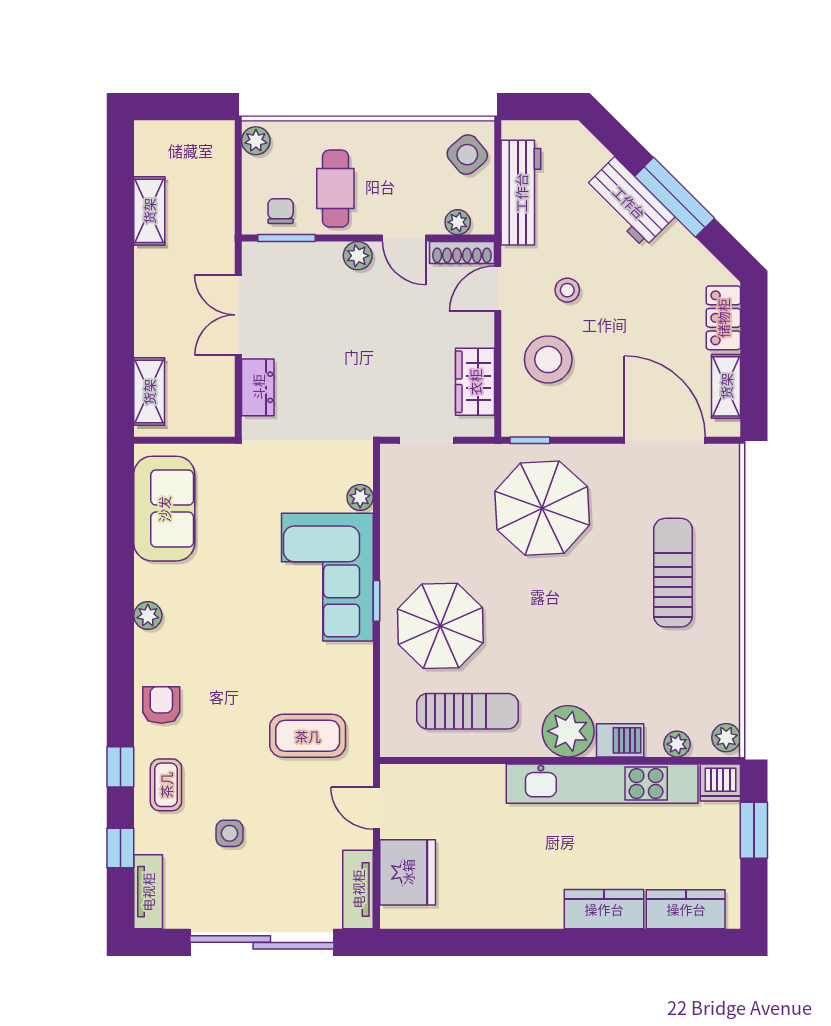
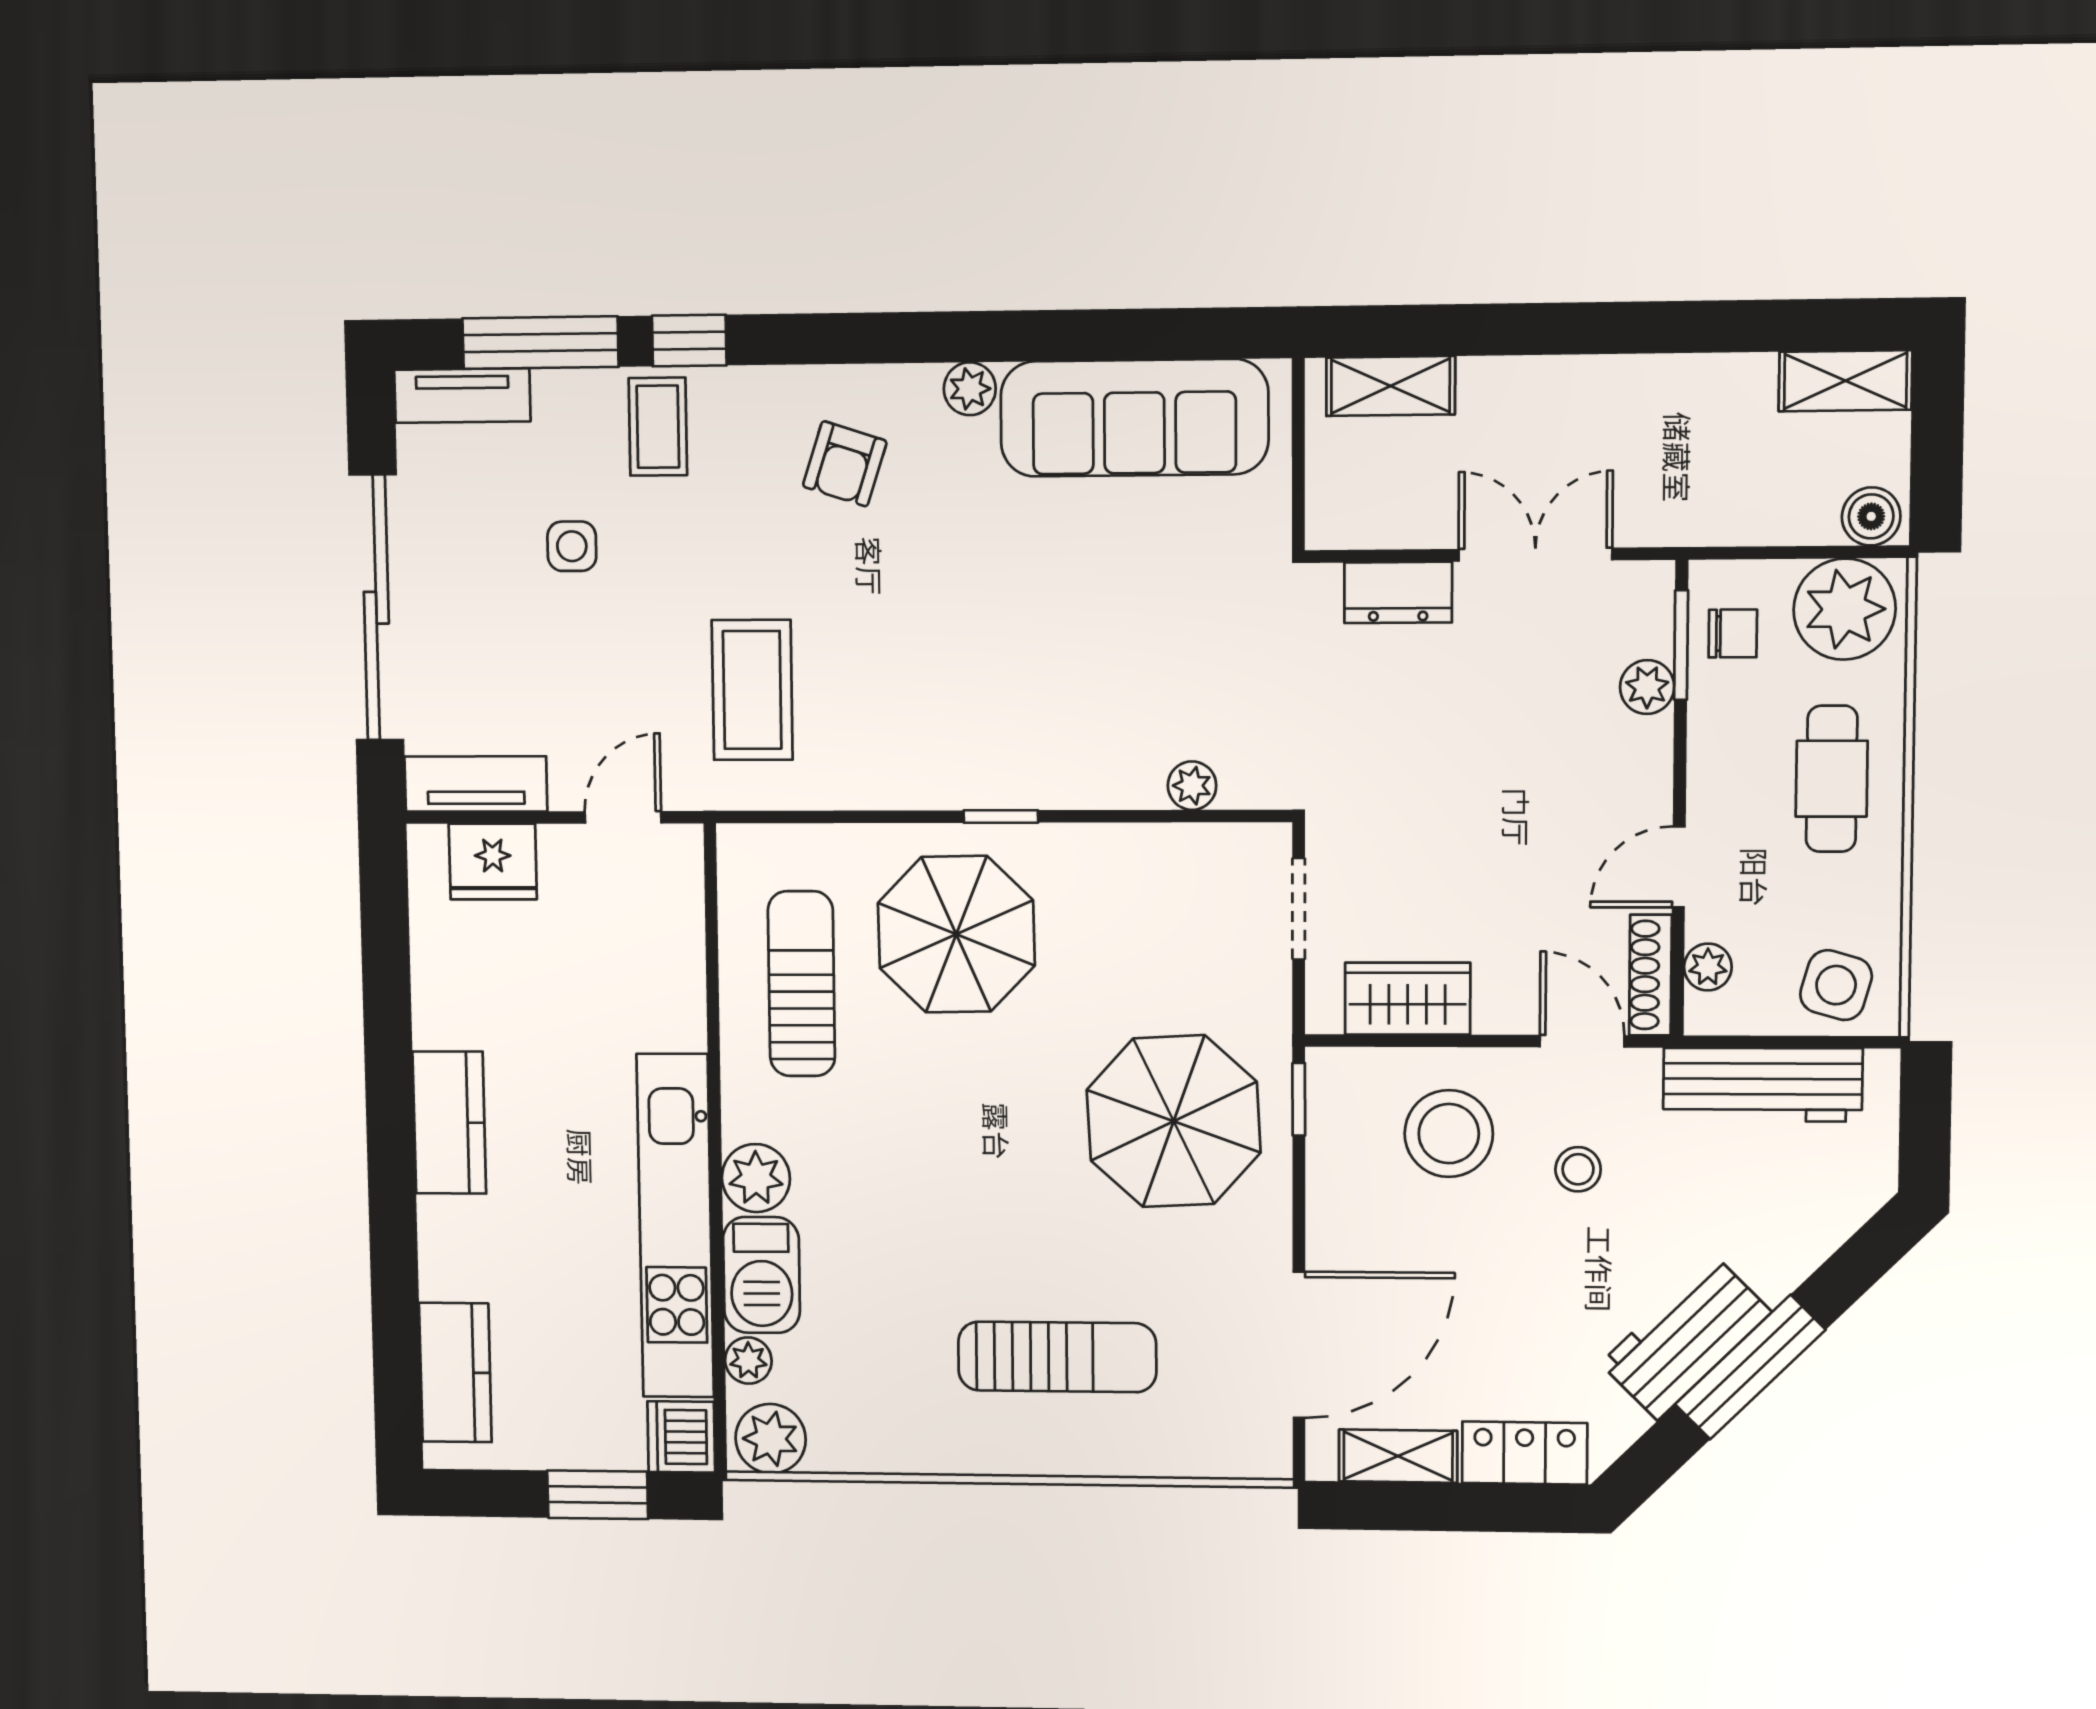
boiler: (220, 140) -> (1871, 516), added
plant: (256, 141) -> (1845, 609), width x1.87, depth x1.87
side table: (467, 155) -> (1836, 985), turned -34
cafe table: (335, 189) -> (1832, 779), moved, turned 90
workbench: (629, 202) -> (1686, 1338), moved
shelving: (149, 211) -> (1845, 381), moved
plant: (358, 256) -> (1647, 687), moved
sofa: (164, 509) -> (1134, 418), width x1.36
corner sofa: (327, 577) -> (1044, 725), removed
armchair: (161, 705) -> (845, 464), moved, turned 108
sun lounger: (468, 711) -> (801, 984), turned 180
plant: (568, 731) -> (756, 1178), width x0.73, depth x0.73
plant: (726, 738) -> (771, 1439), width x1.38, depth x1.38
barbecue: (620, 740) -> (761, 1275), width x1.38, depth x1.27
coffee table: (166, 785) -> (658, 427), turned 90
window: (120, 848) -> (540, 343), width x2.17
fridge: (408, 872) -> (493, 862), width x0.73, depth x0.75
kitchen counter: (604, 909) -> (449, 1123), moved

